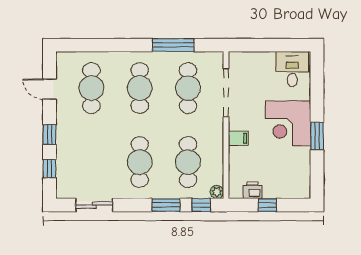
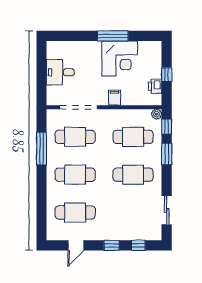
desk: (292, 69) -> (60, 72), moved
corner desk: (288, 123) -> (120, 59), moved
window: (317, 136) -> (113, 36), width x1.44

